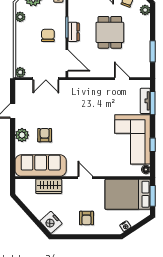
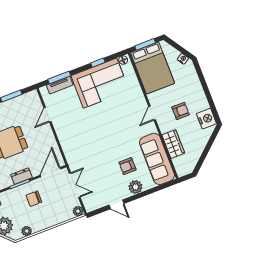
armchair: (87, 218) -> (181, 111), moved
nightstand: (51, 222) -> (206, 119), moved, turned -48

